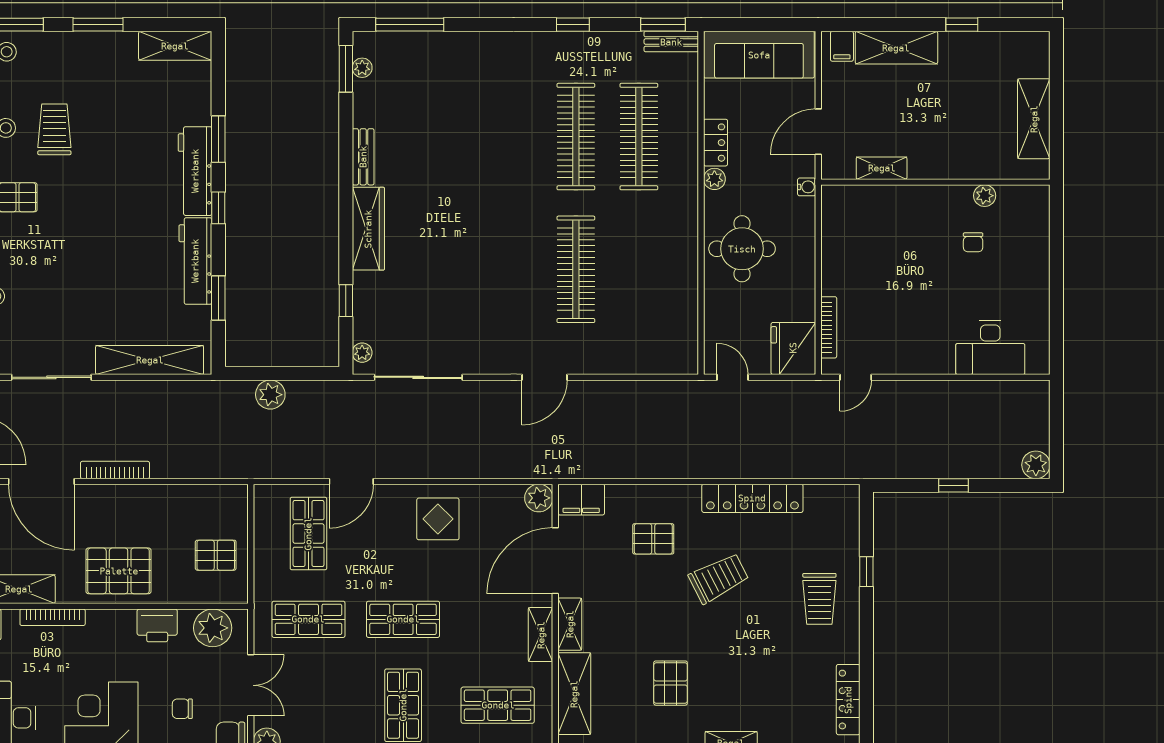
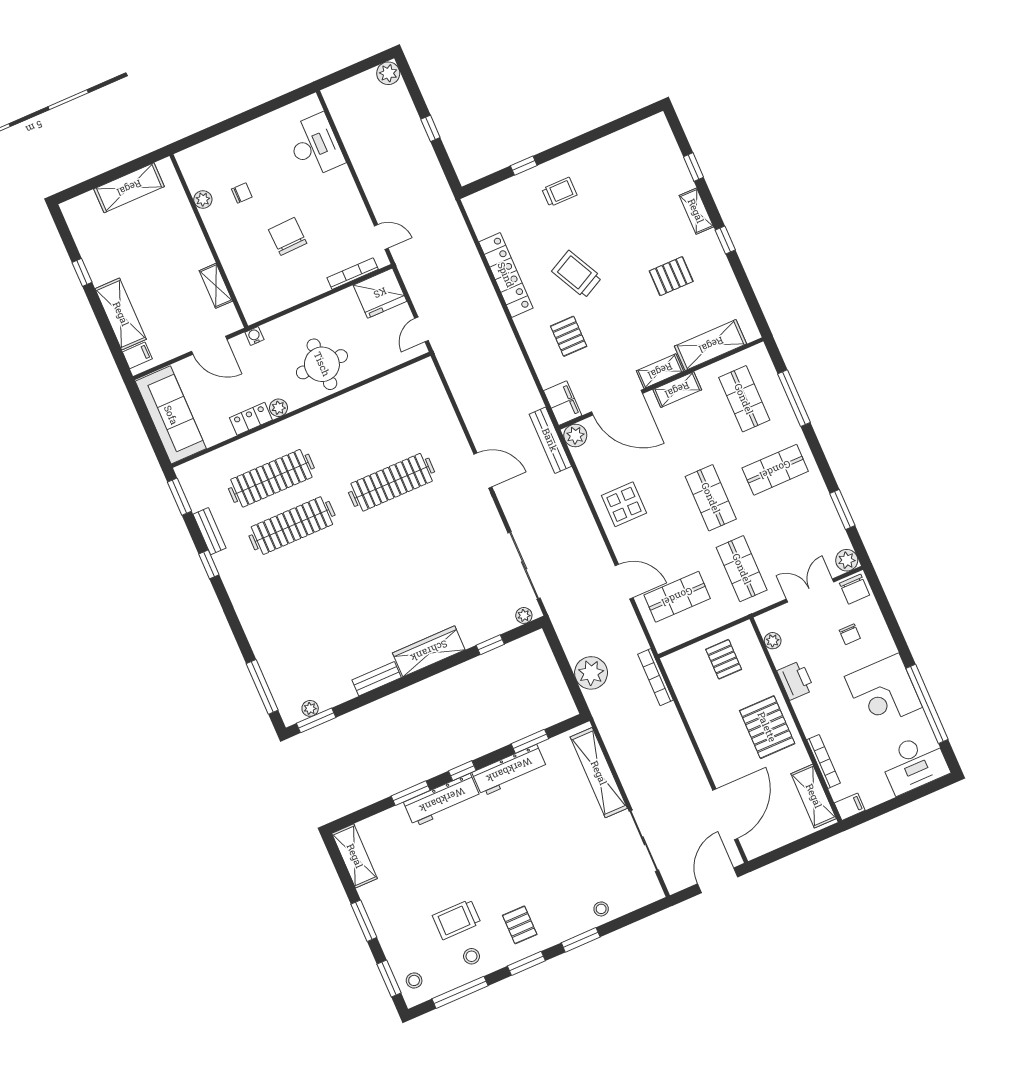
bench: (671, 42) -> (210, 531), moved
chair: (902, 273) -> (288, 236), added
plant: (270, 395) -> (591, 673), width x1.36, depth x1.36
bench: (546, 468) -> (550, 440), added
bookcase: (115, 470) -> (655, 677), moved
trolley: (819, 599) -> (559, 192), width x0.73, depth x0.72
plant: (213, 628) -> (773, 641), width x0.53, depth x0.53
locker: (848, 700) -> (626, 137), removed

